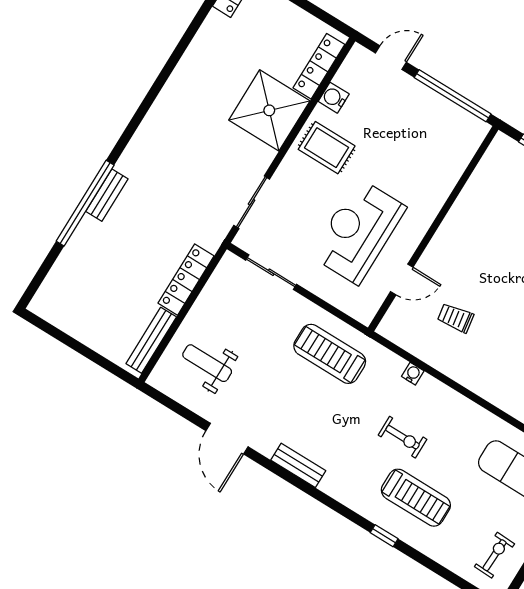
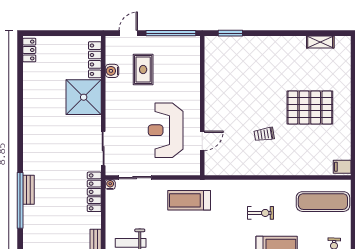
rug: (327, 148) -> (143, 70), moved, turned 90
locker: (186, 280) -> (94, 192), moved
trolley: (455, 318) -> (264, 134), moved
water cooler: (413, 374) -> (110, 185), moved
exercise bike: (402, 437) -> (261, 213), moved

